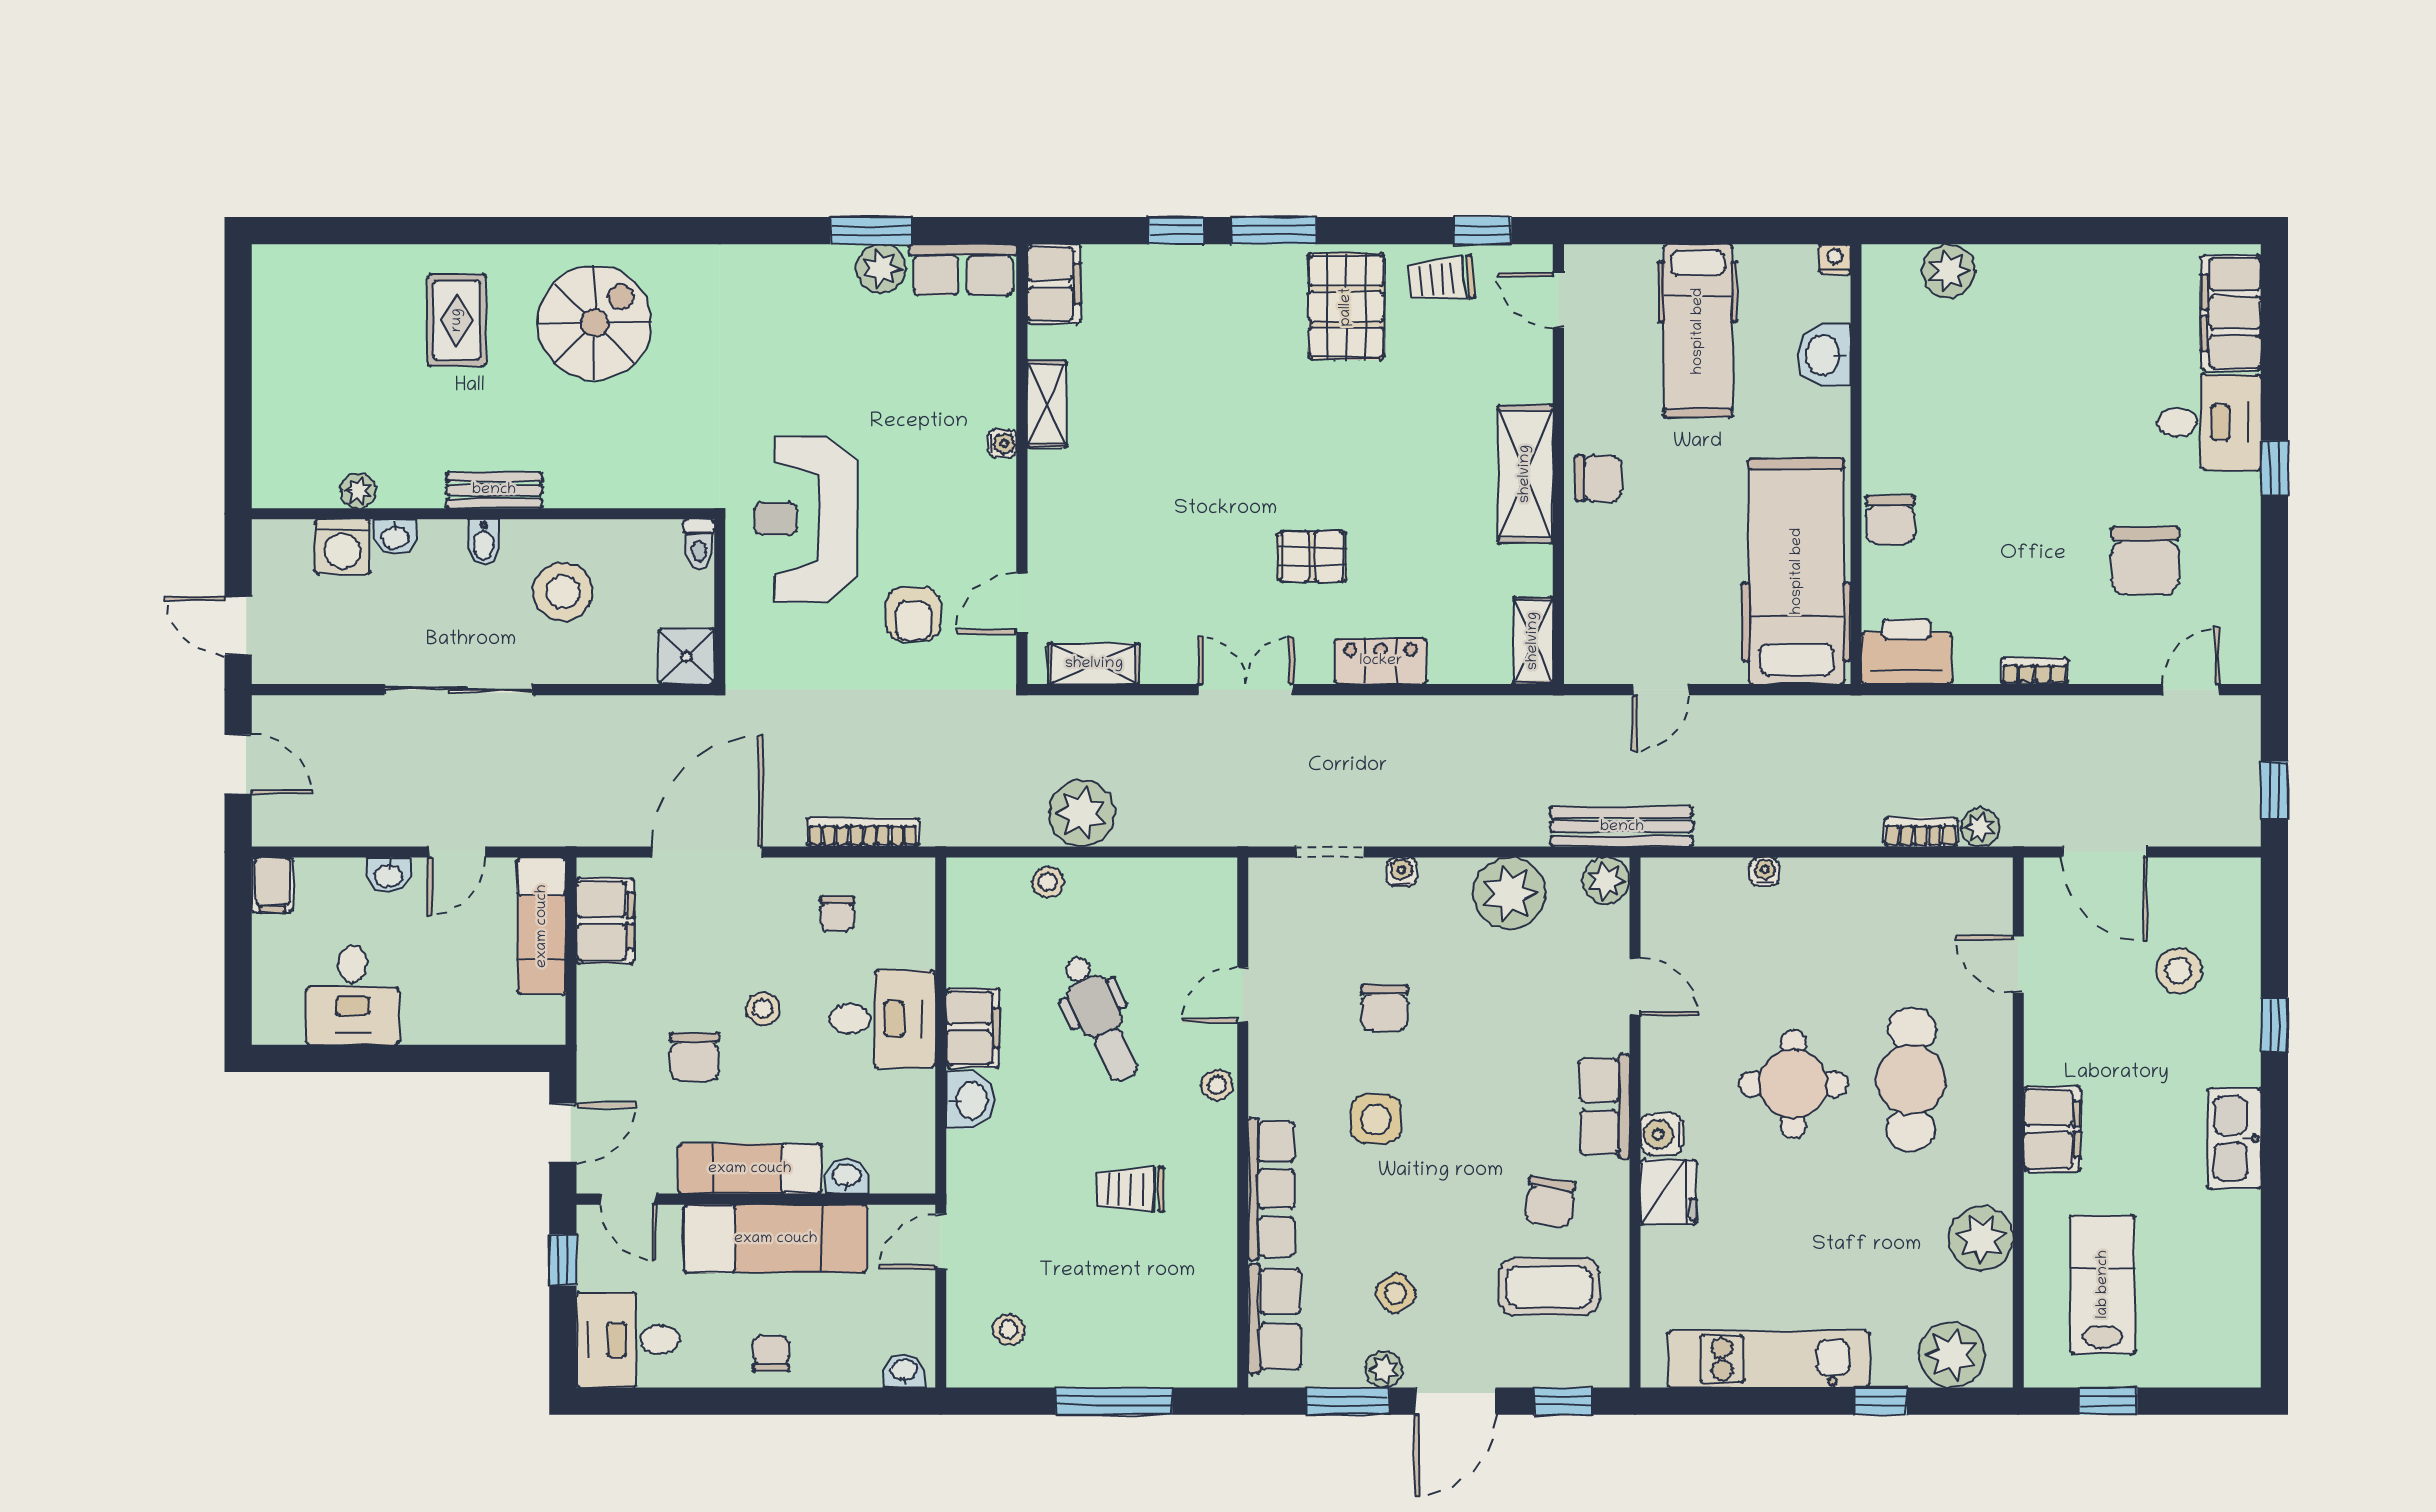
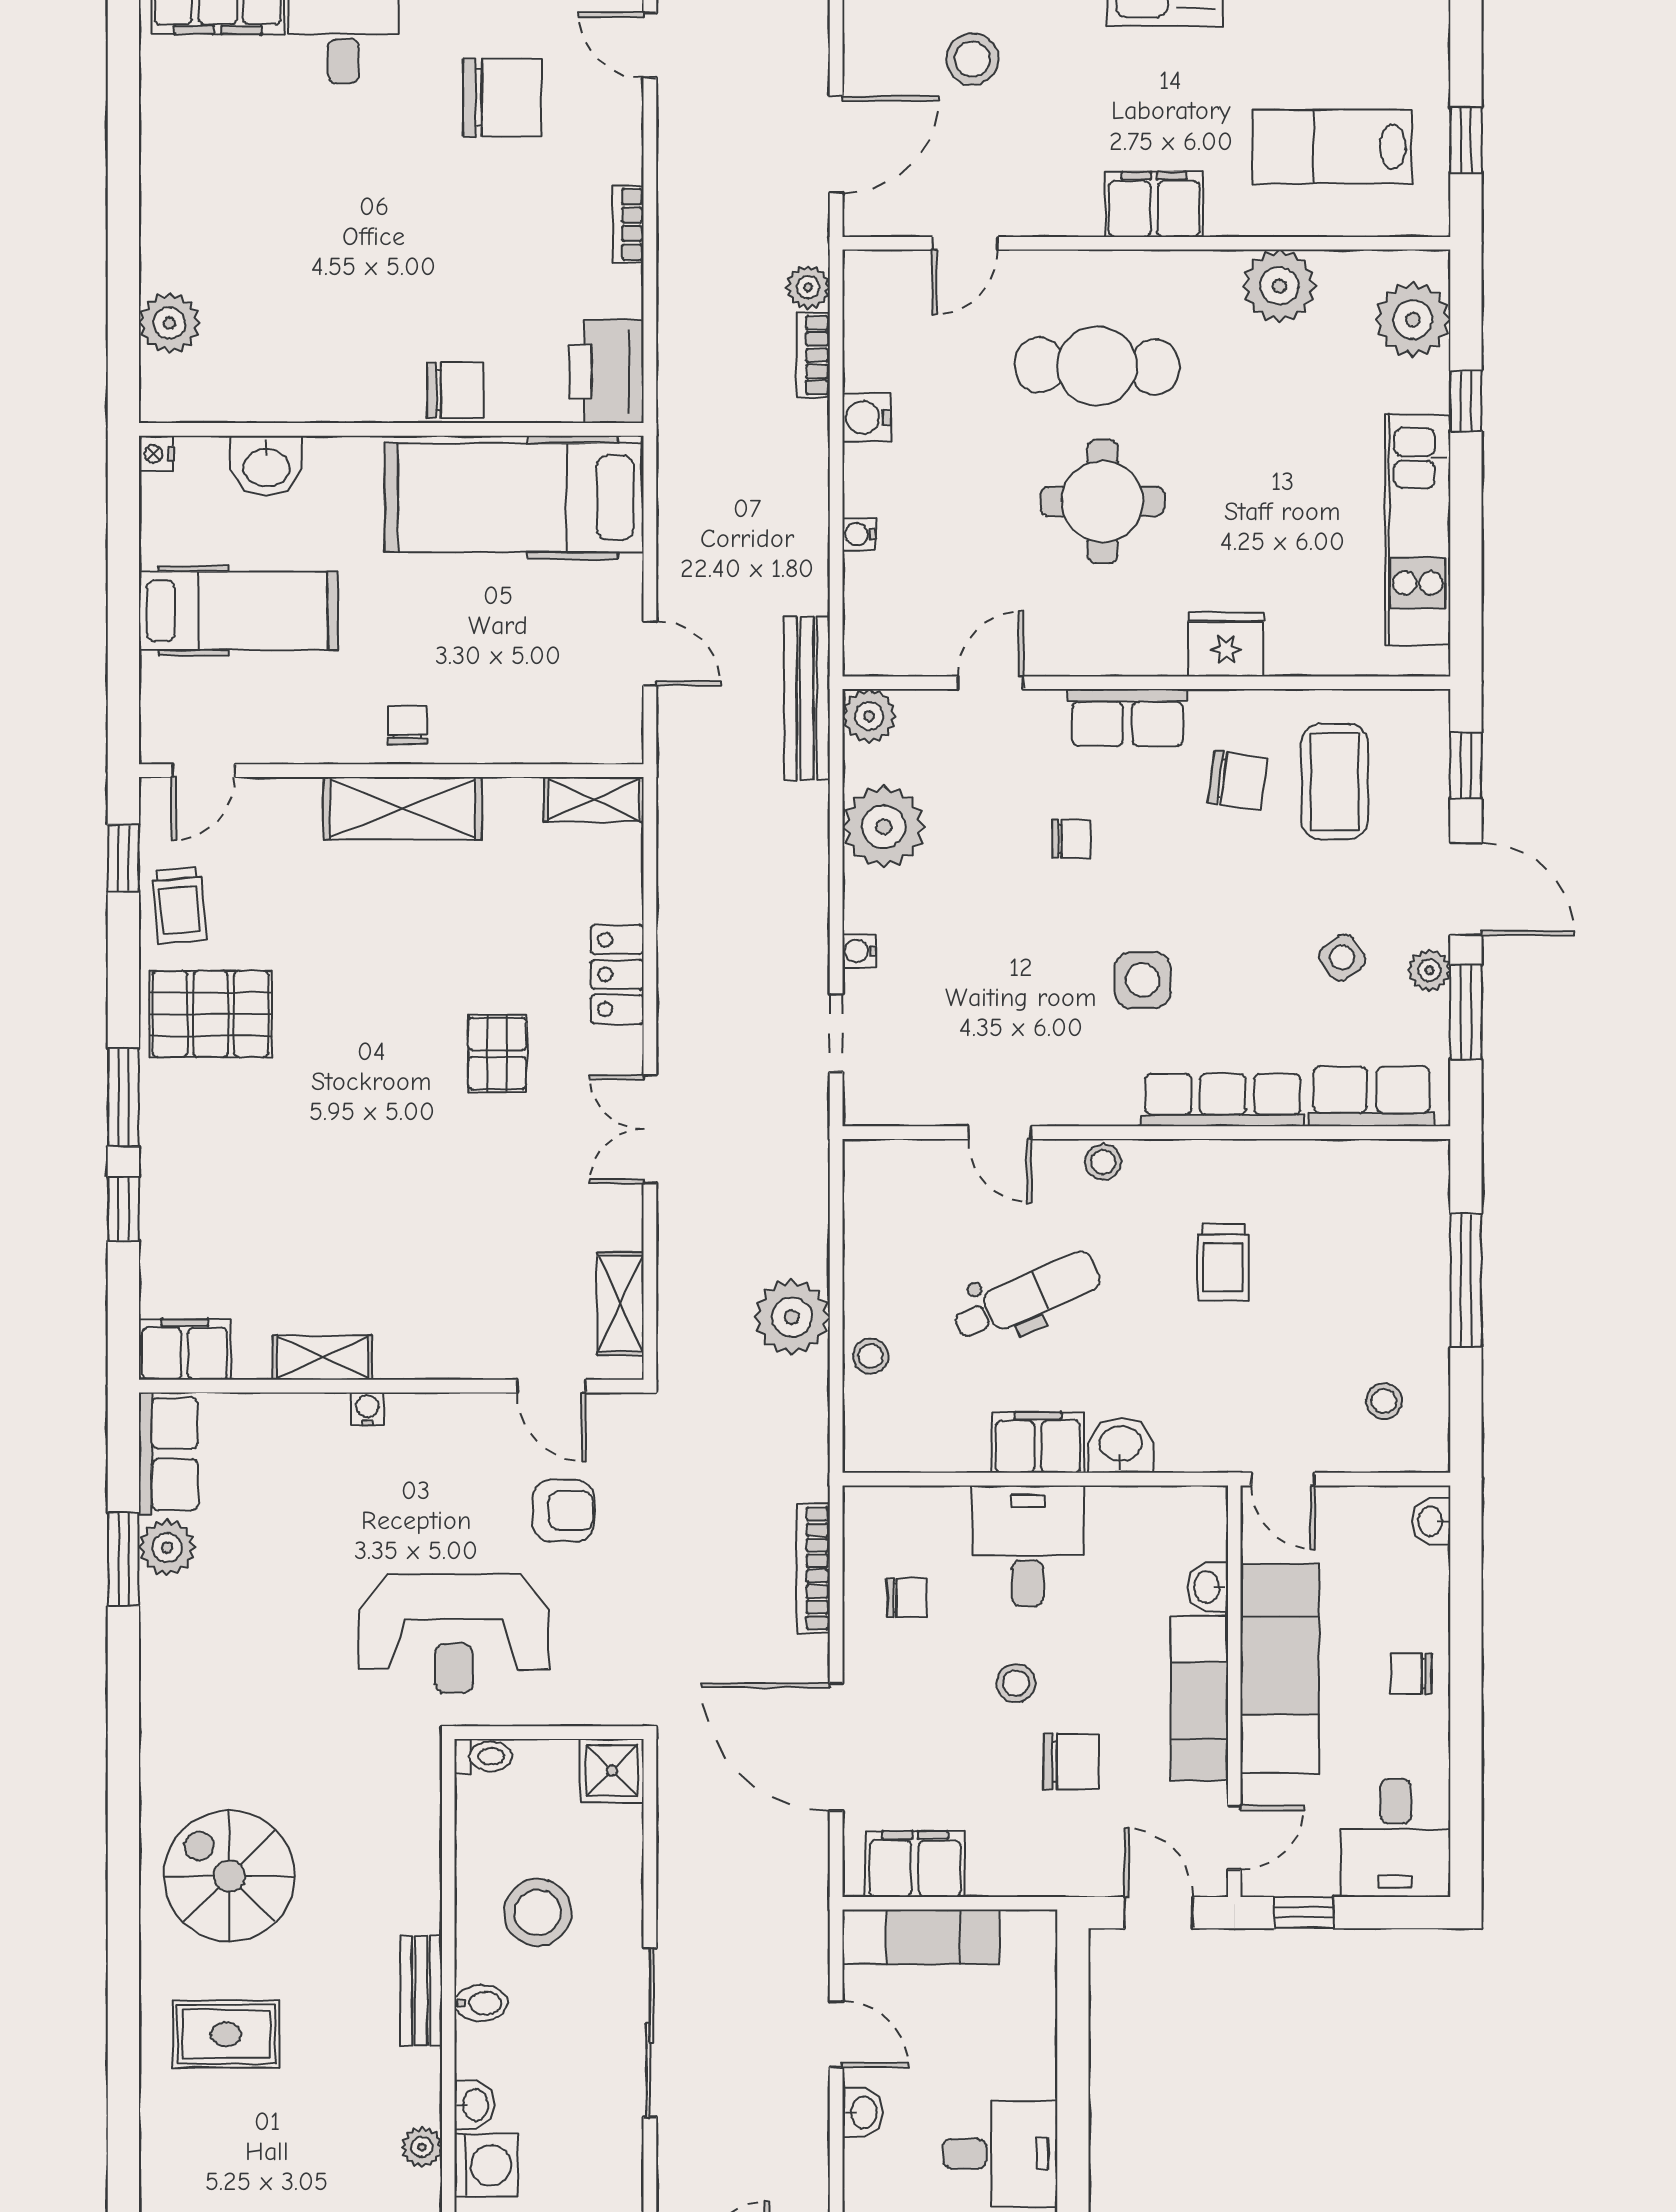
chair: (1598, 479) -> (408, 725), width x0.73, depth x0.73
chair: (1385, 1008) -> (1072, 839), moved, width x0.73, depth x0.73
water cooler: (1662, 1134) -> (867, 417), moved, turned 90

